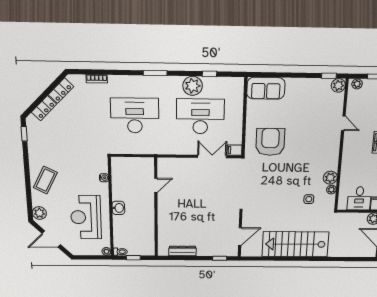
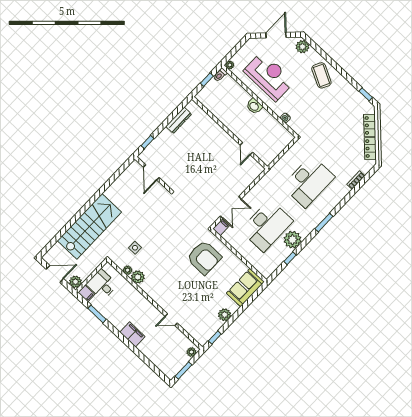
plant: (338, 85) -> (225, 315), moved
stairs: (295, 244) -> (89, 226), moved

